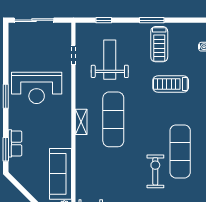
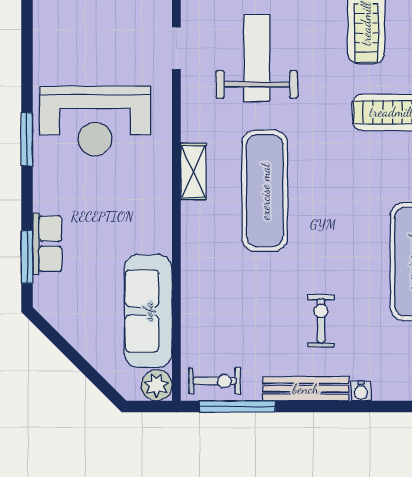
shelving: (81, 122) -> (193, 171), moved
exercise bike: (155, 171) -> (321, 321), moved, width x0.73, depth x0.72

